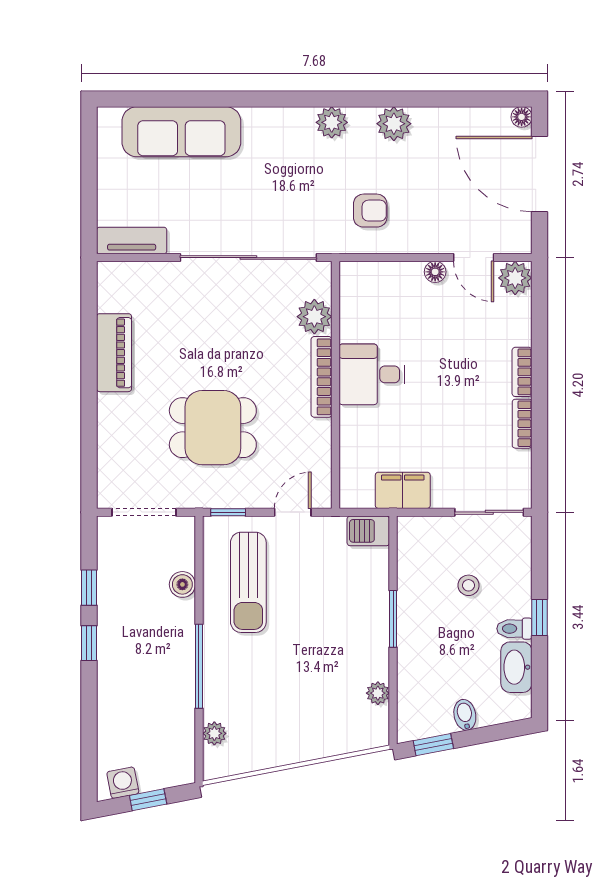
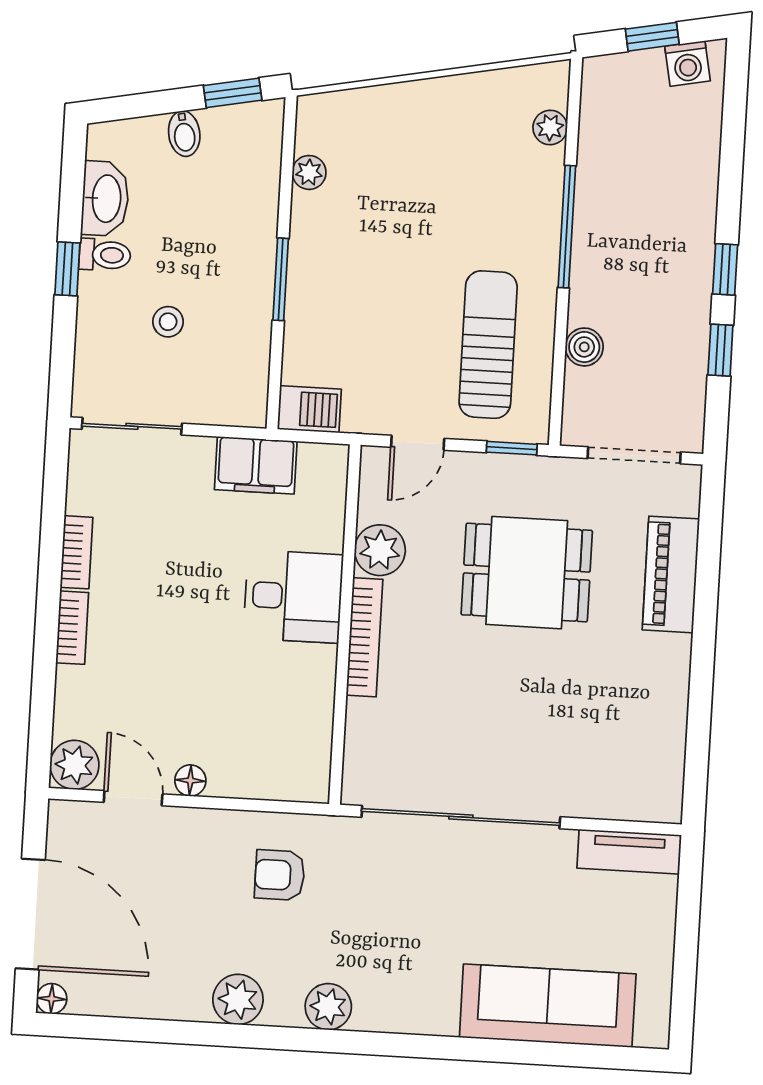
plant: (314, 317) -> (380, 550), moved
piano: (114, 353) -> (671, 574), moved
desk: (372, 374) -> (293, 596), moved

